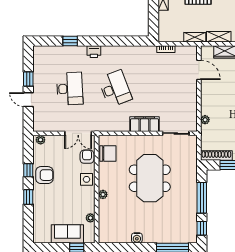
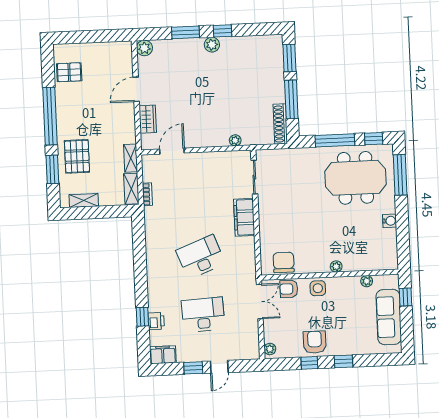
shelving: (219, 37) -> (131, 189), moved
printer: (94, 52) -> (156, 321), moved
filing cabinet: (40, 56) -> (163, 355), added
meeting table: (150, 178) -> (355, 178), moved
sofa: (67, 234) -> (389, 317), width x1.36

